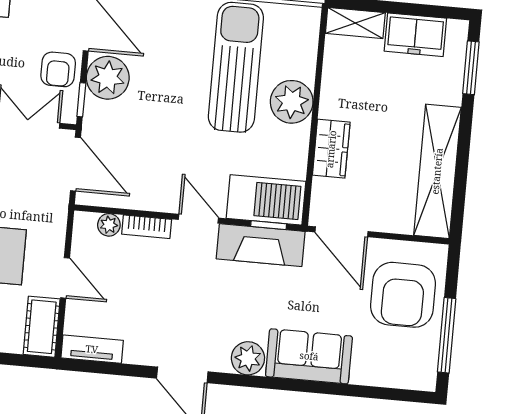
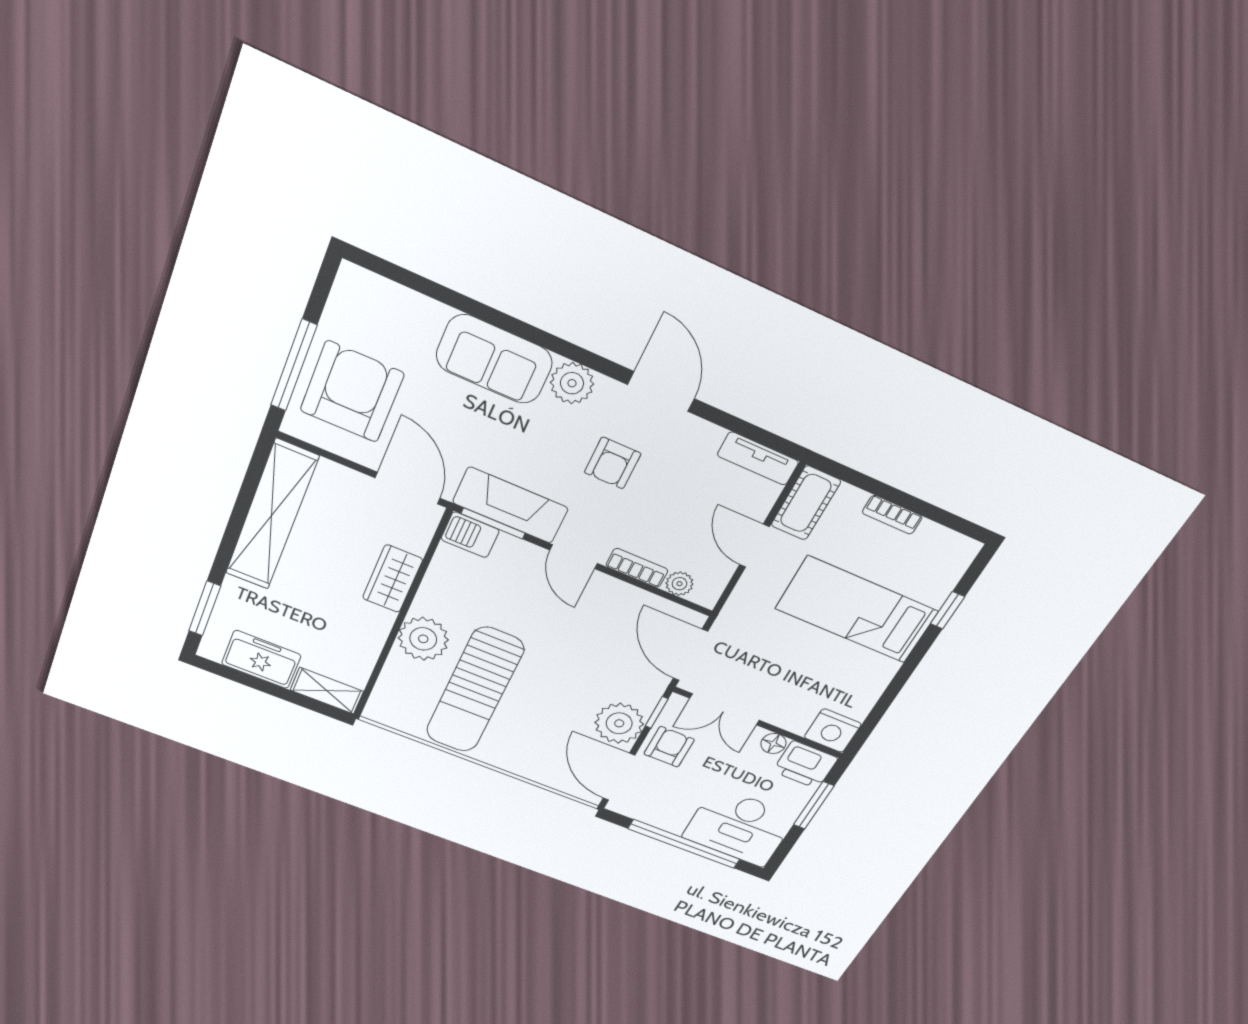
barbecue: (266, 200) -> (470, 535), width x0.53, depth x0.65
window: (269, 225) -> (493, 523), width x1.50
armchair: (197, 307) -> (613, 463), added
window: (447, 335) -> (294, 365), moved

